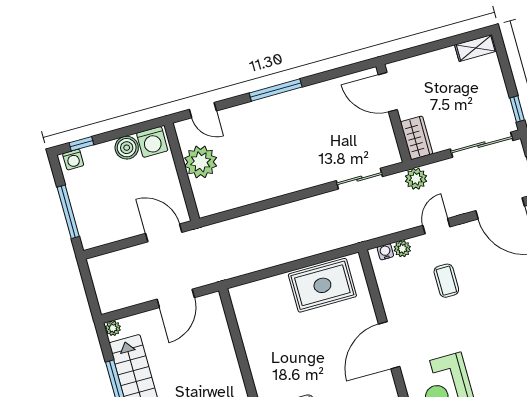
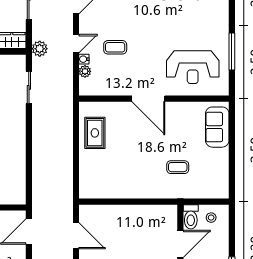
door: (436, 226) -> (76, 44), swing flipped
water cooler: (385, 252) -> (84, 59), moved
rug: (322, 285) -> (95, 133), width x0.73, depth x0.70

